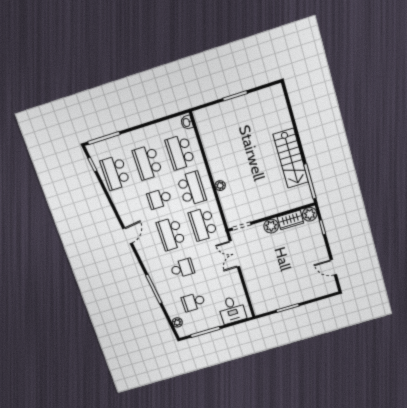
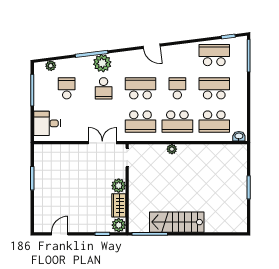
school desk: (180, 152) -> (214, 122), turned 180
school desk: (203, 224) -> (140, 122), turned 180
plant: (159, 277) -> (102, 63), added

